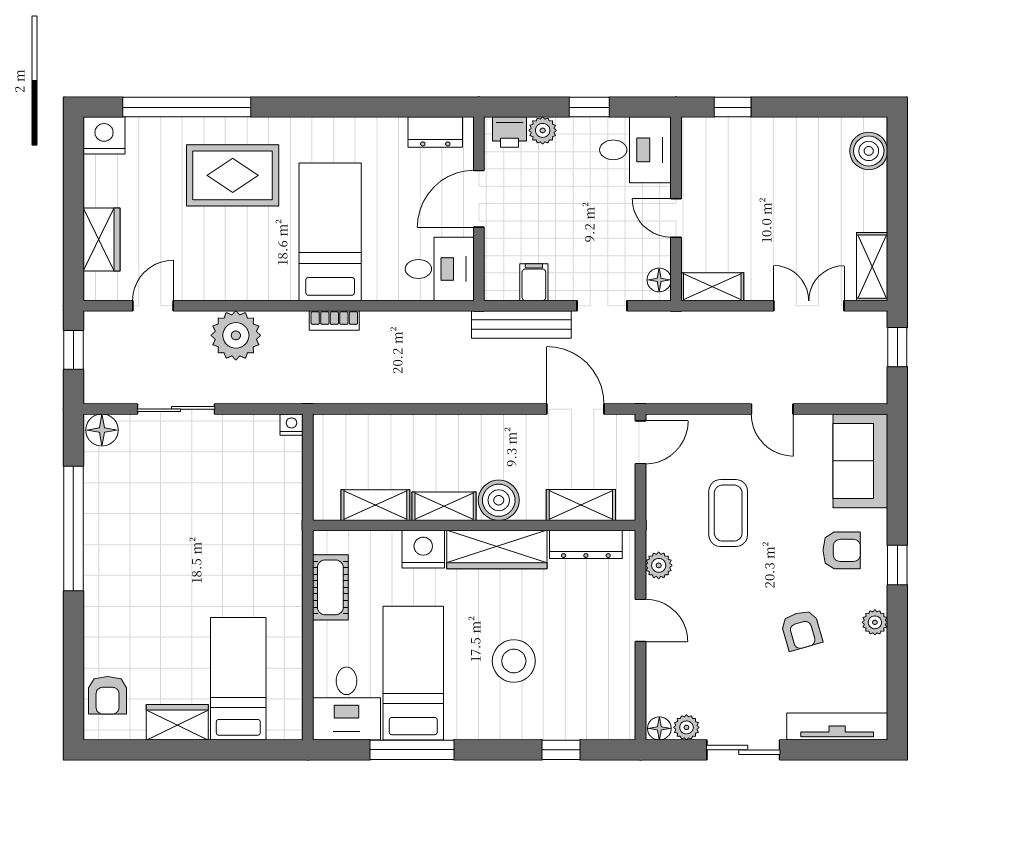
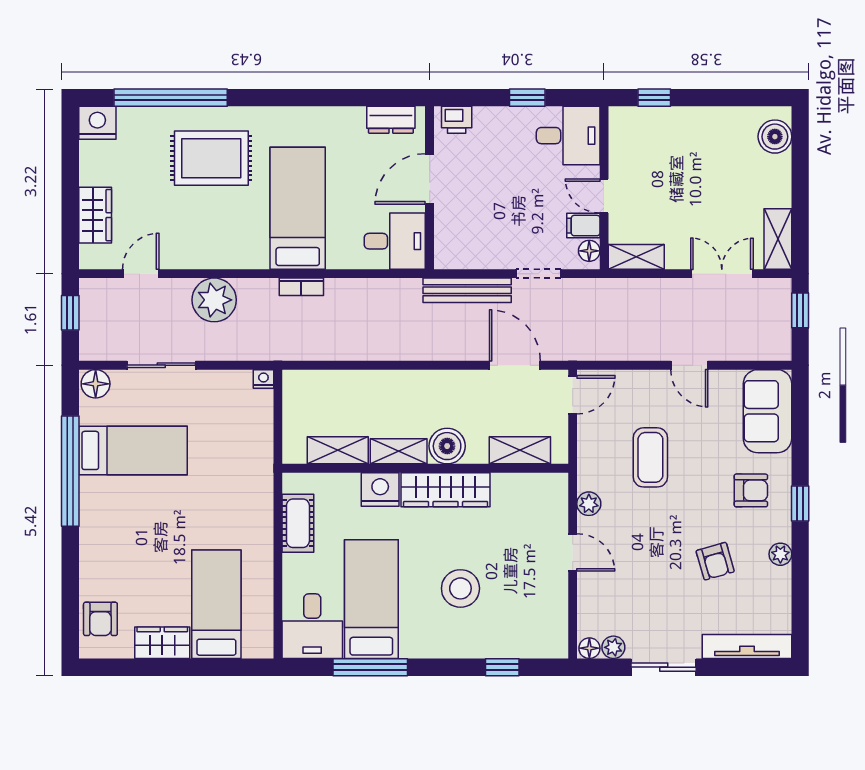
plant: (543, 130) -> (486, 118), removed
filing cabinet: (534, 282) -> (583, 226), moved, turned -90
bed: (144, 505) -> (133, 450), added
dresser: (586, 544) -> (524, 485), removed

